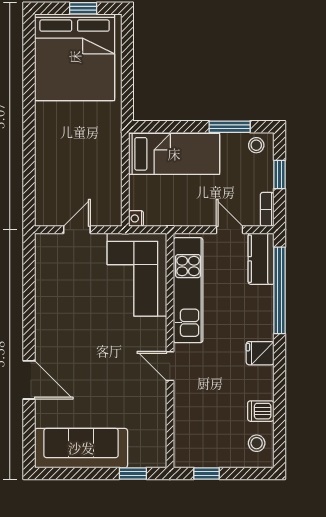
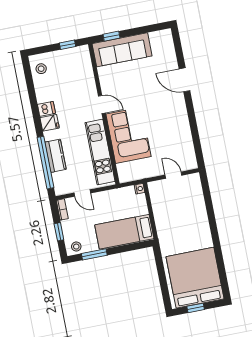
door: (77, 230) -> (173, 175), swing flipped
kitchen counter: (261, 259) -> (55, 156), moved
corner sofa: (137, 275) -> (128, 135), moved
dishwasher: (261, 411) -> (46, 109), moved
sofa: (81, 448) -> (122, 50), moved

